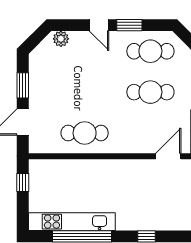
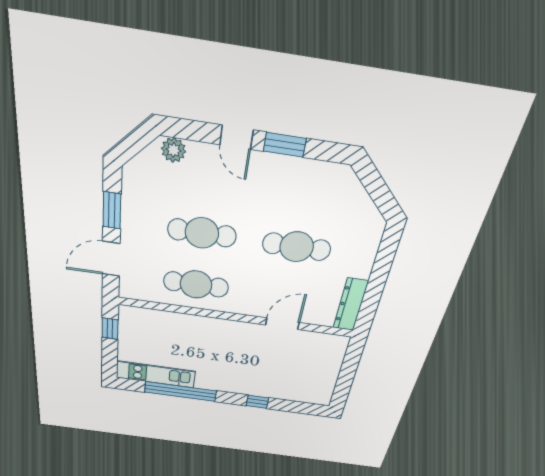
cafe table: (150, 51) -> (202, 233), moved
door: (168, 156) -> (282, 324), moved
kitchen unit: (72, 222) -> (156, 374), width x0.73

